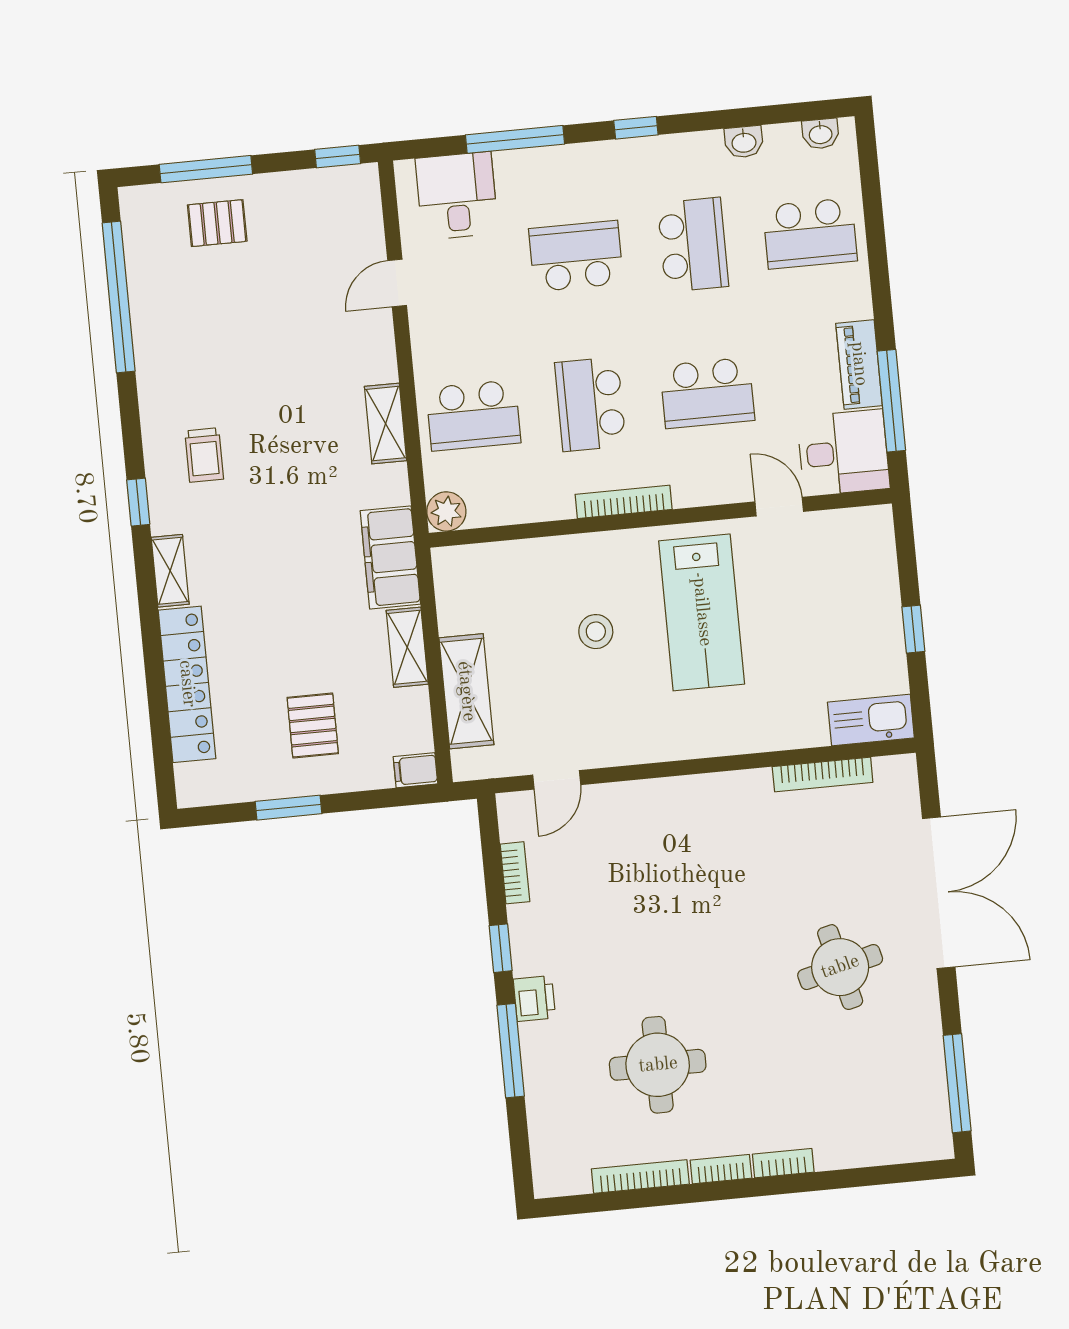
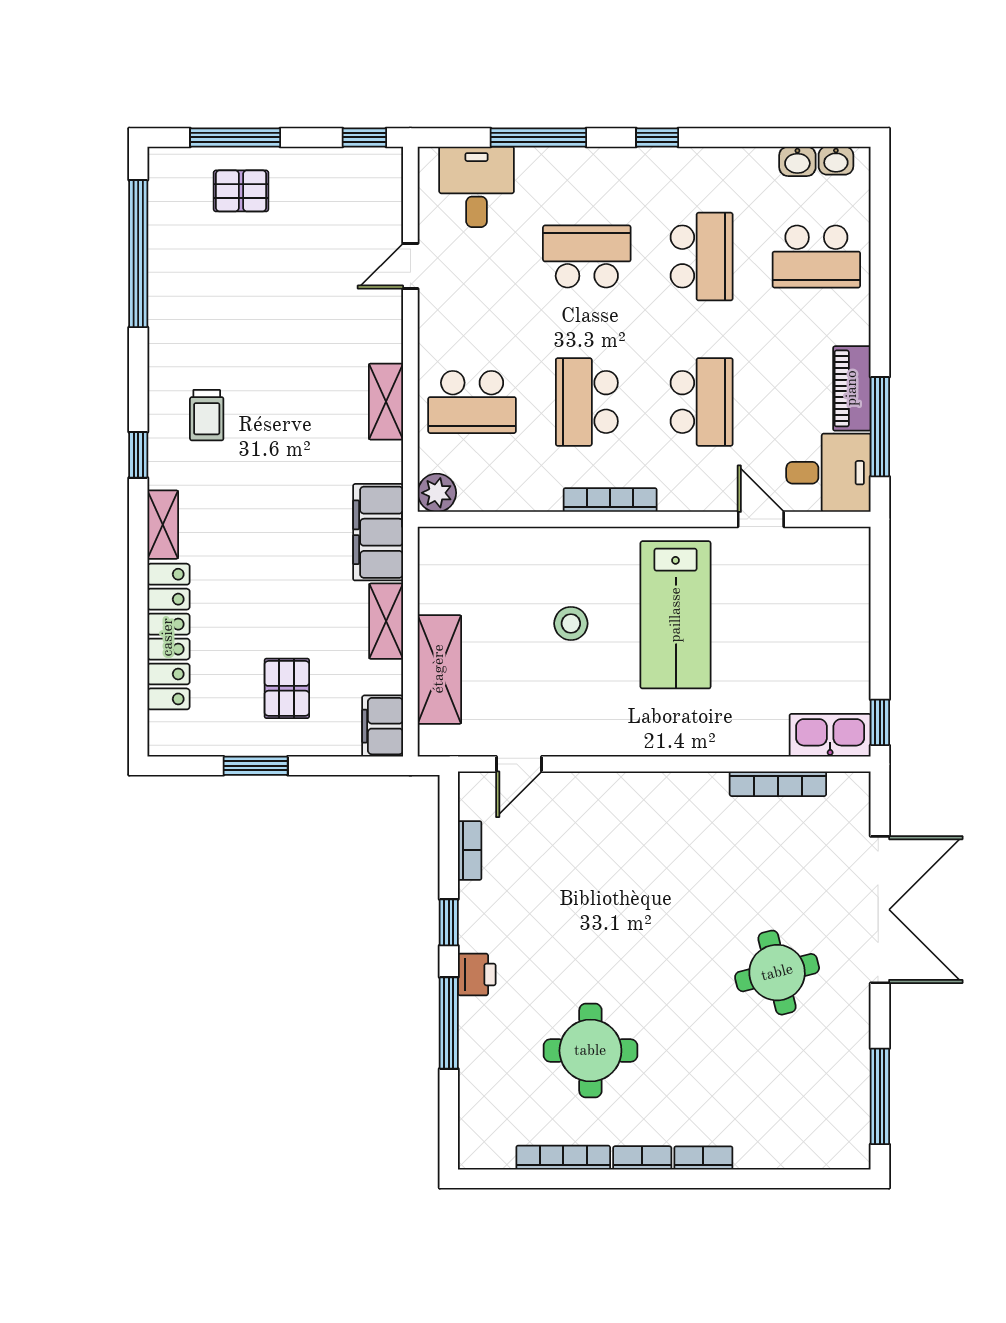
washbasin: (744, 142) -> (797, 161), moved
school desk: (707, 393) -> (702, 402), turned -90
window: (913, 629) -> (880, 722), moved
filing cabinet: (416, 770) -> (383, 726), width x2.00

